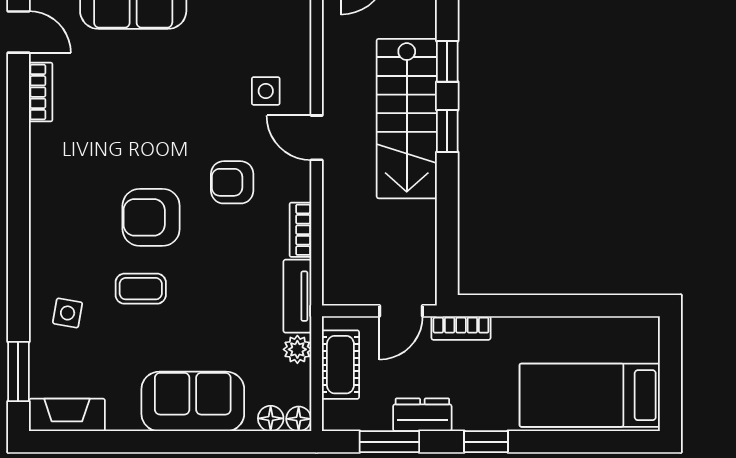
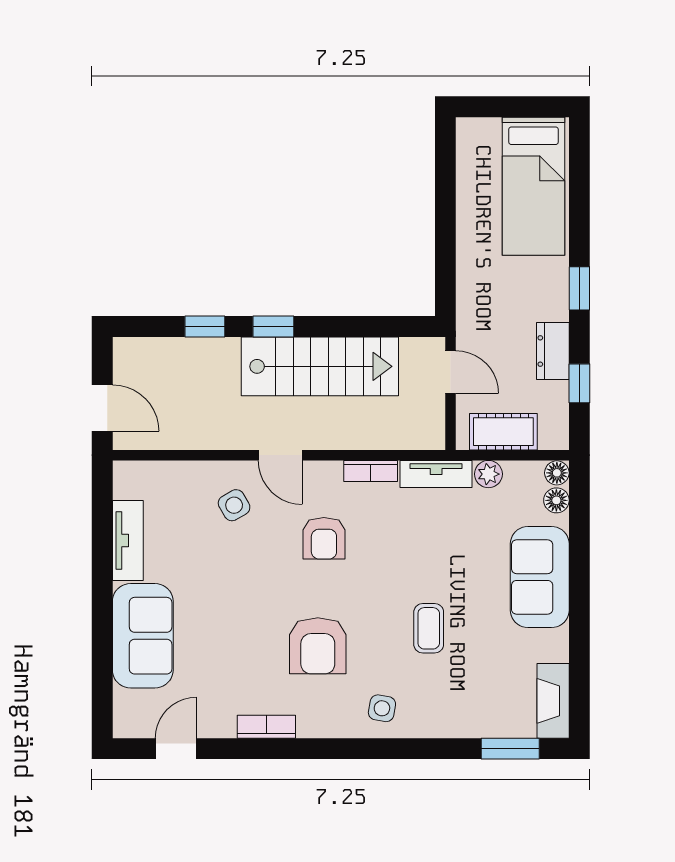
side table: (266, 91) -> (234, 505), turned -30
bookcase: (41, 92) -> (266, 727), moved
stairs: (407, 119) -> (320, 366), moved
door: (317, 138) -> (280, 455), hinge flipped
armchair: (151, 217) -> (318, 646), moved
side table: (68, 313) -> (382, 708), moved
bookcase: (461, 328) -> (467, 313), removed
window: (389, 442) -> (579, 383), width x0.67

